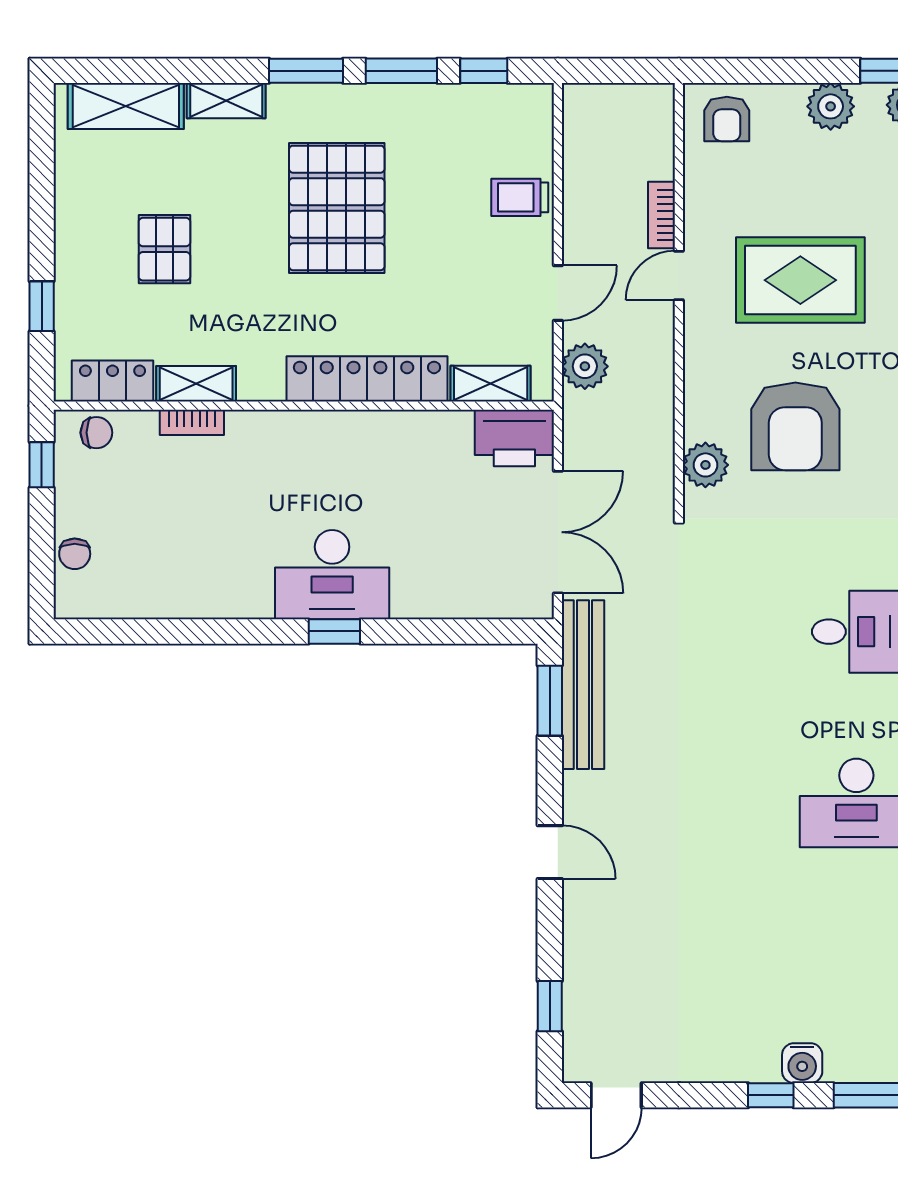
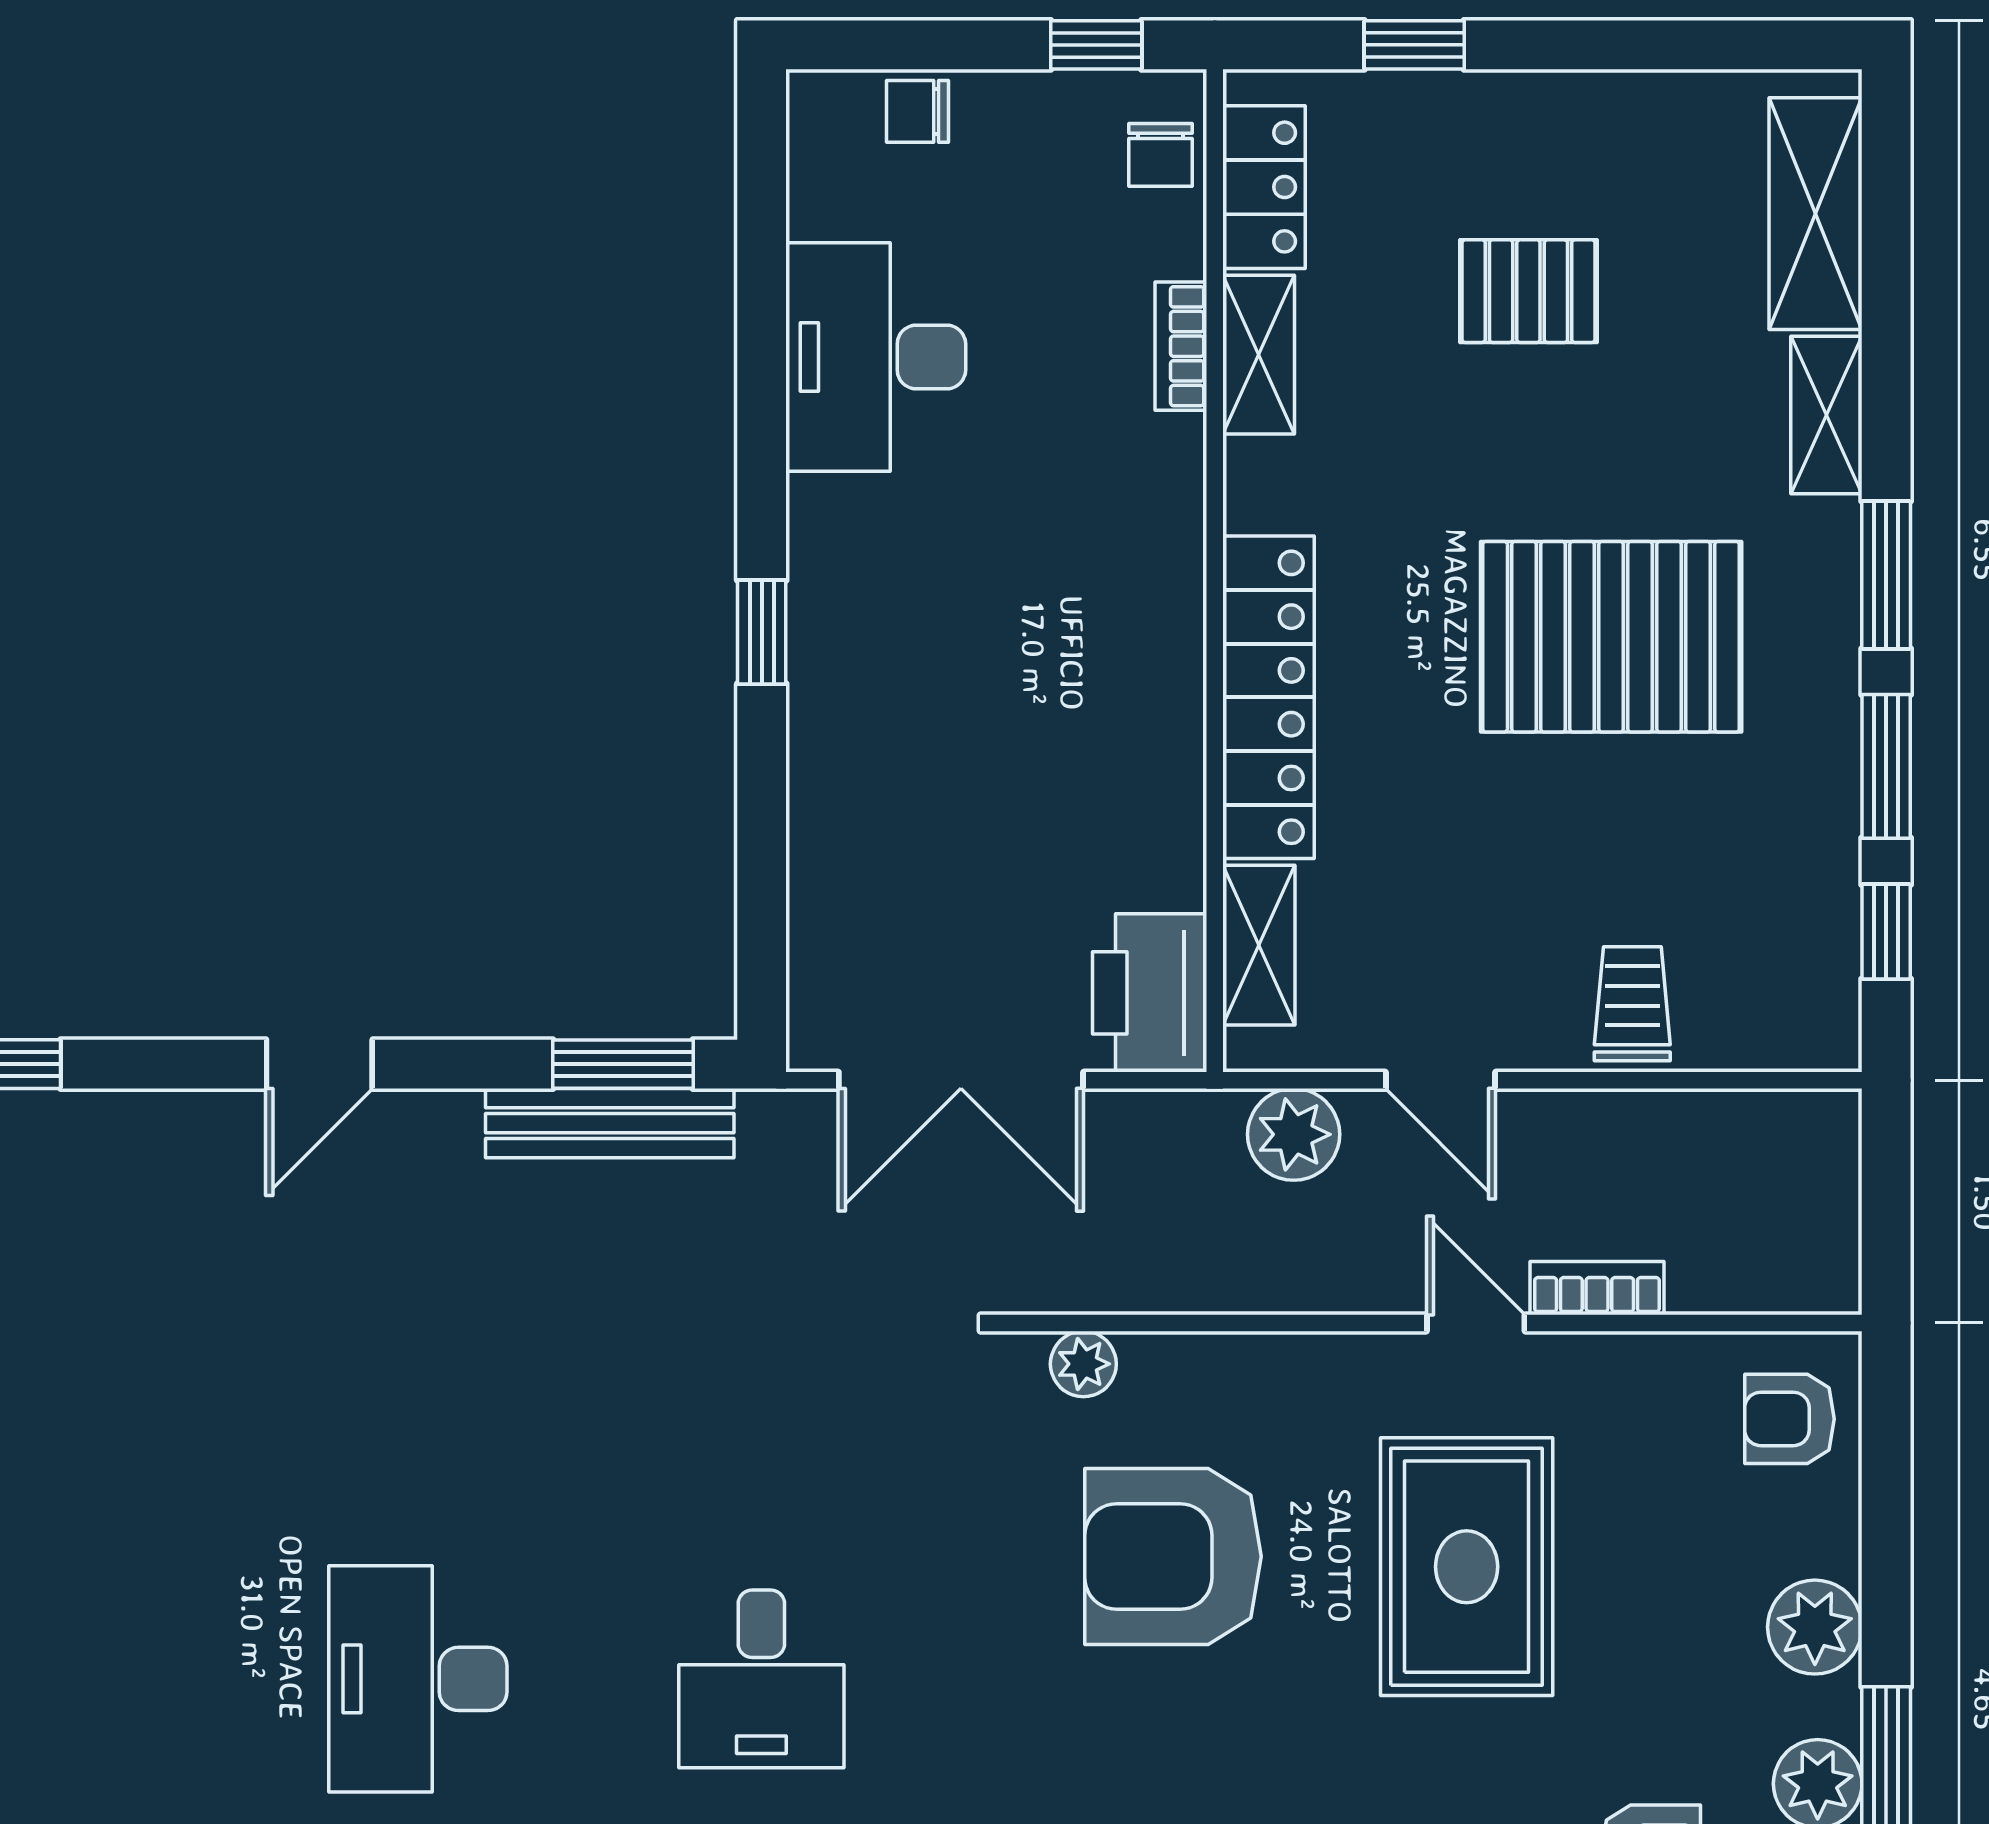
plant: (705, 465) -> (1083, 1364), width x0.73, depth x0.73
desk: (332, 575) -> (876, 357), moved
bench: (583, 685) -> (610, 1123), width x0.73, depth x0.82

